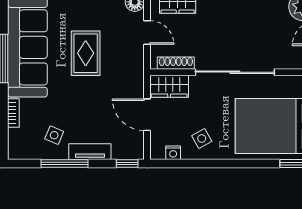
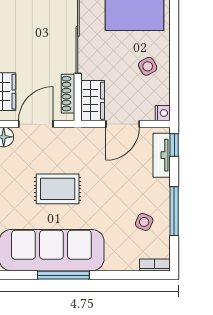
door: (147, 33) -> (36, 124), width x1.37
bookcase: (13, 113) -> (155, 265), moved
tv unit: (90, 152) -> (162, 155), moved
nightstand: (173, 153) -> (163, 113), moved

